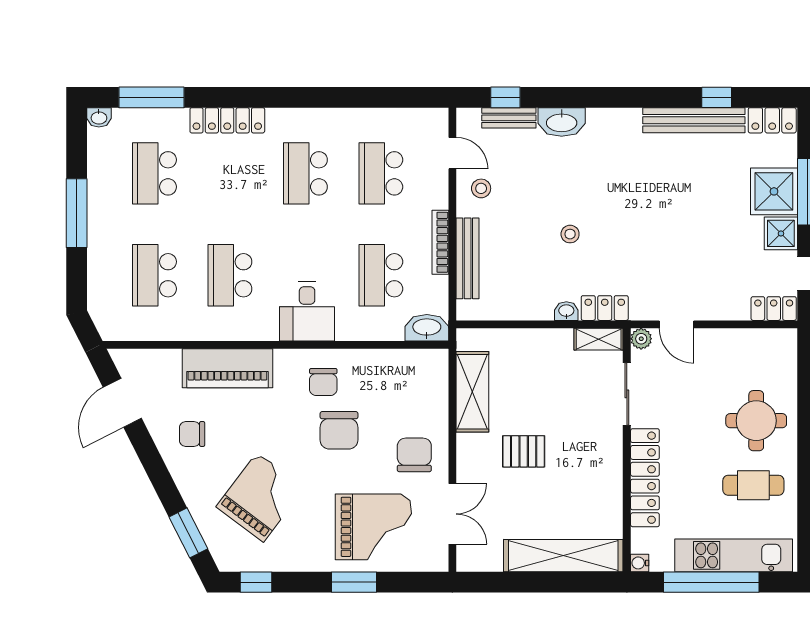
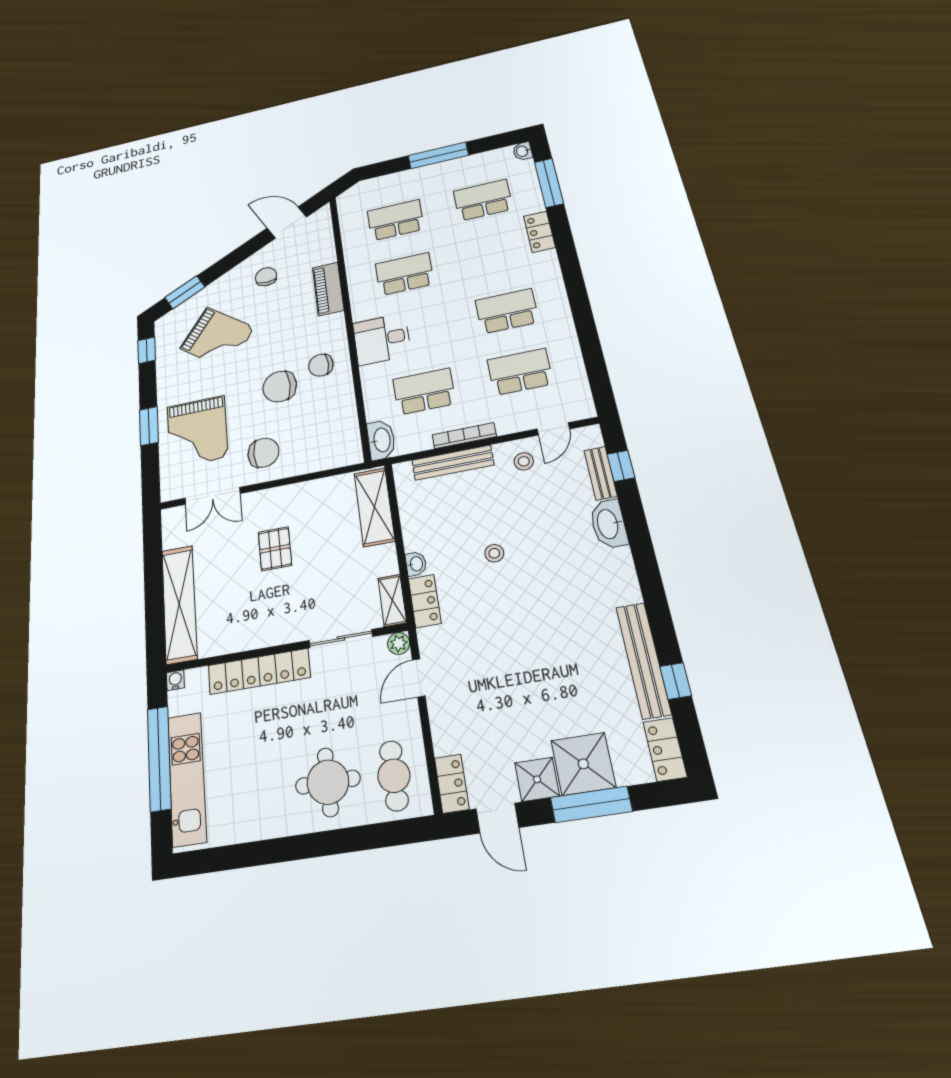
locker: (227, 120) -> (539, 232), width x0.66
piano: (227, 368) -> (328, 289), width x0.73, depth x0.75
shelving: (472, 392) -> (374, 507), moved, turned 90
cafe table: (753, 485) -> (394, 776), moved

